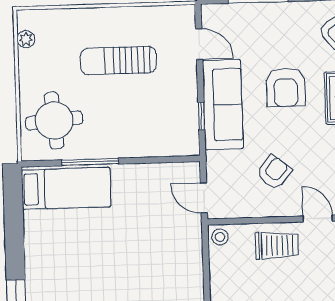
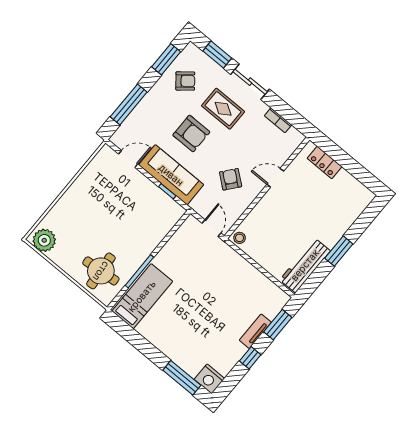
plant: (26, 39) -> (44, 240), width x1.88, depth x1.88
sun lounger: (118, 60) -> (99, 209), removed
door: (204, 198) -> (211, 228), swing flipped
trolley: (277, 245) -> (270, 212), removed

